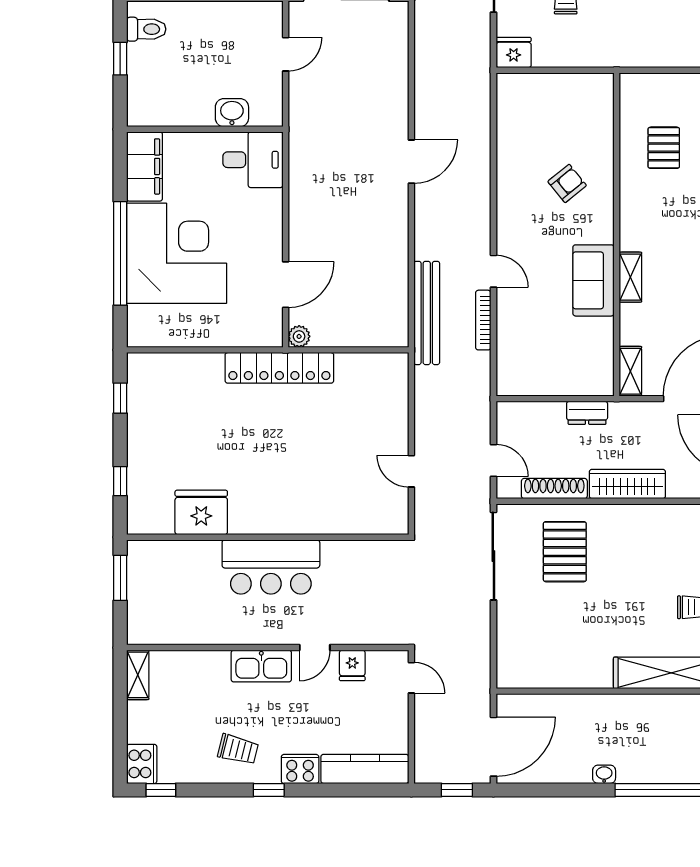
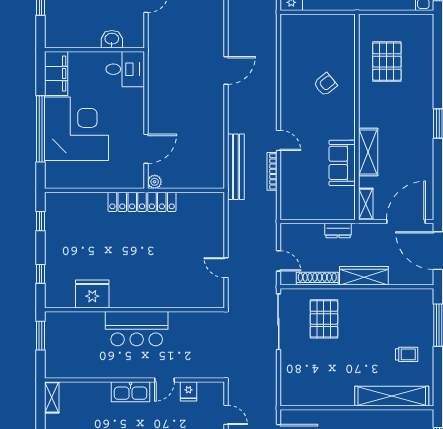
pallet: (664, 148) -> (387, 62), width x1.50, depth x1.42
shelving: (630, 277) -> (368, 152), width x1.50, depth x1.33
sofa: (593, 280) -> (342, 163), moved
door: (411, 678) -> (226, 415), moved

